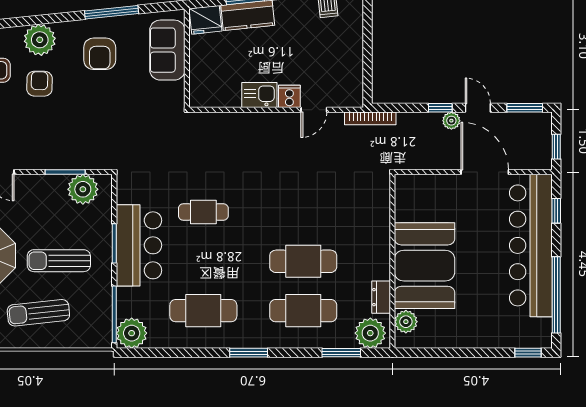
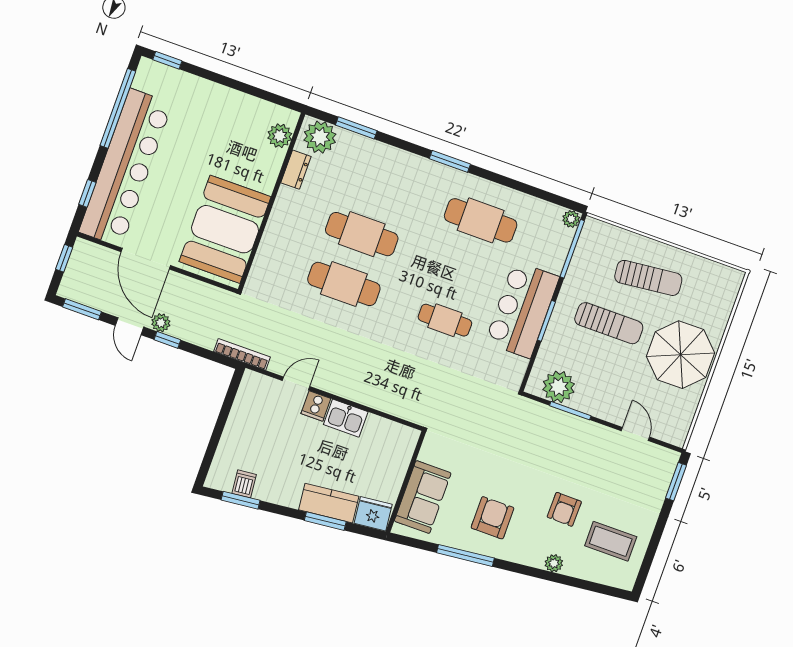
plant: (40, 40) -> (554, 563), width x0.53, depth x0.53
booth: (425, 266) -> (225, 229), moved
cafe table: (303, 311) -> (344, 284), moved
plant: (132, 333) -> (571, 219), width x0.53, depth x0.53

